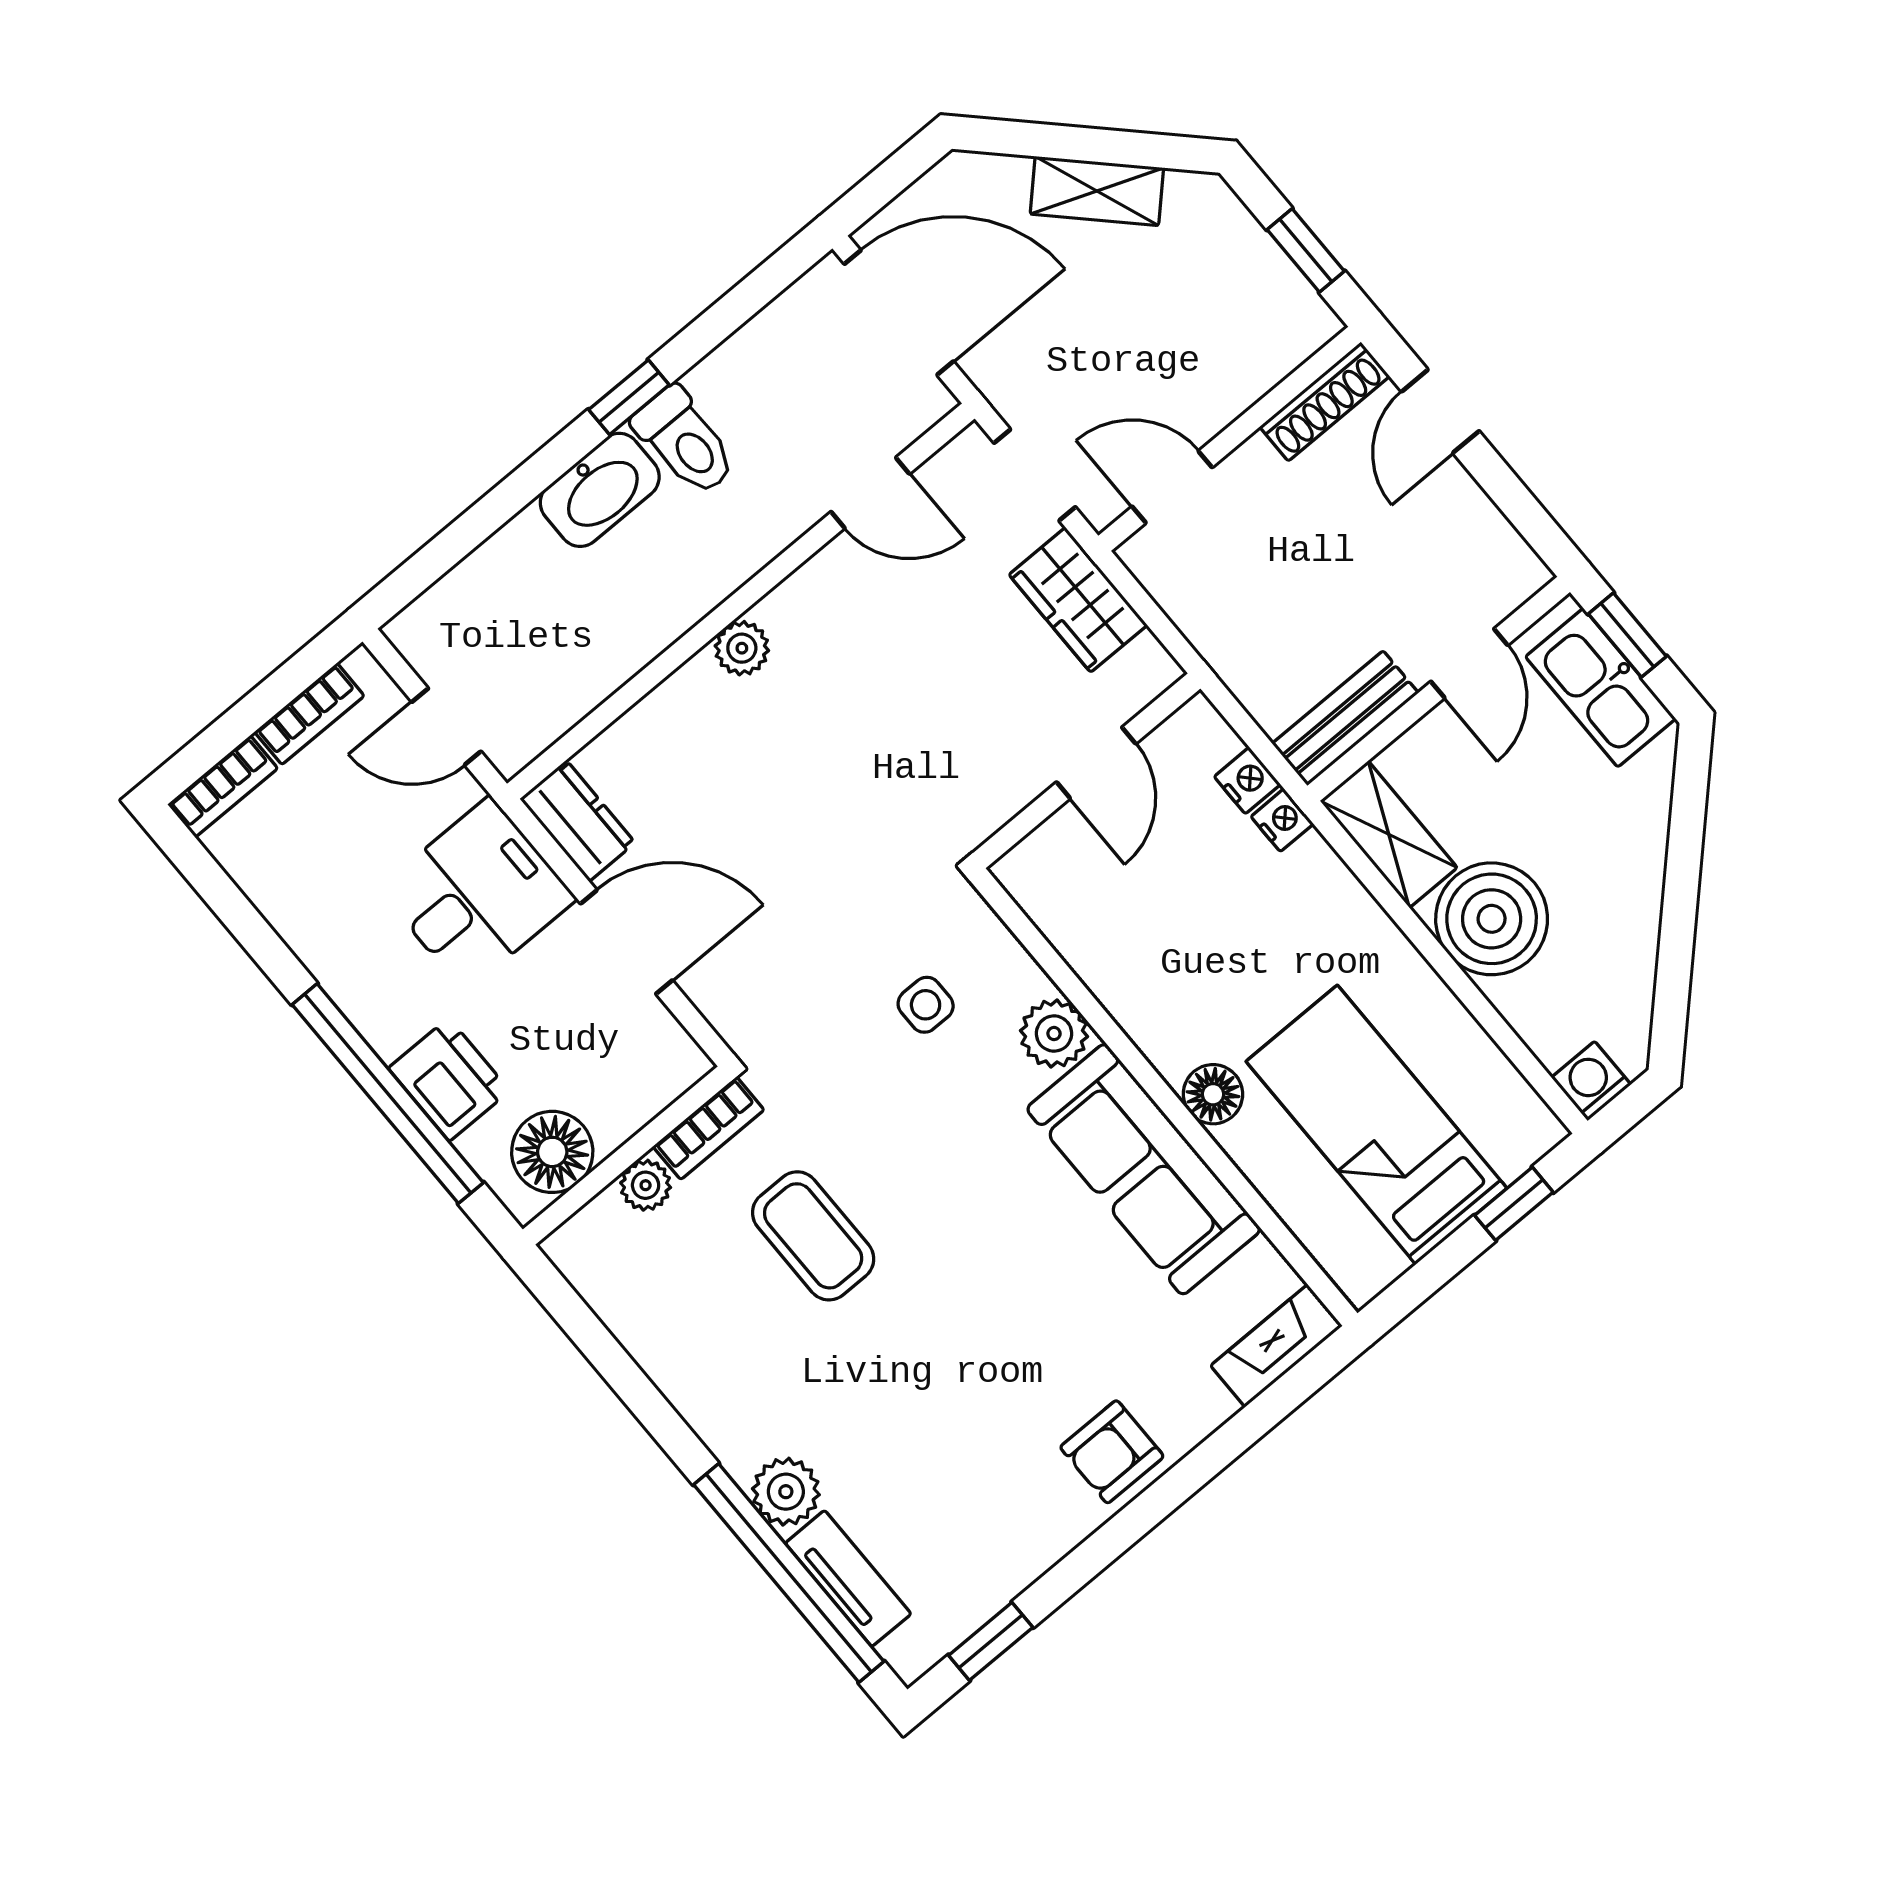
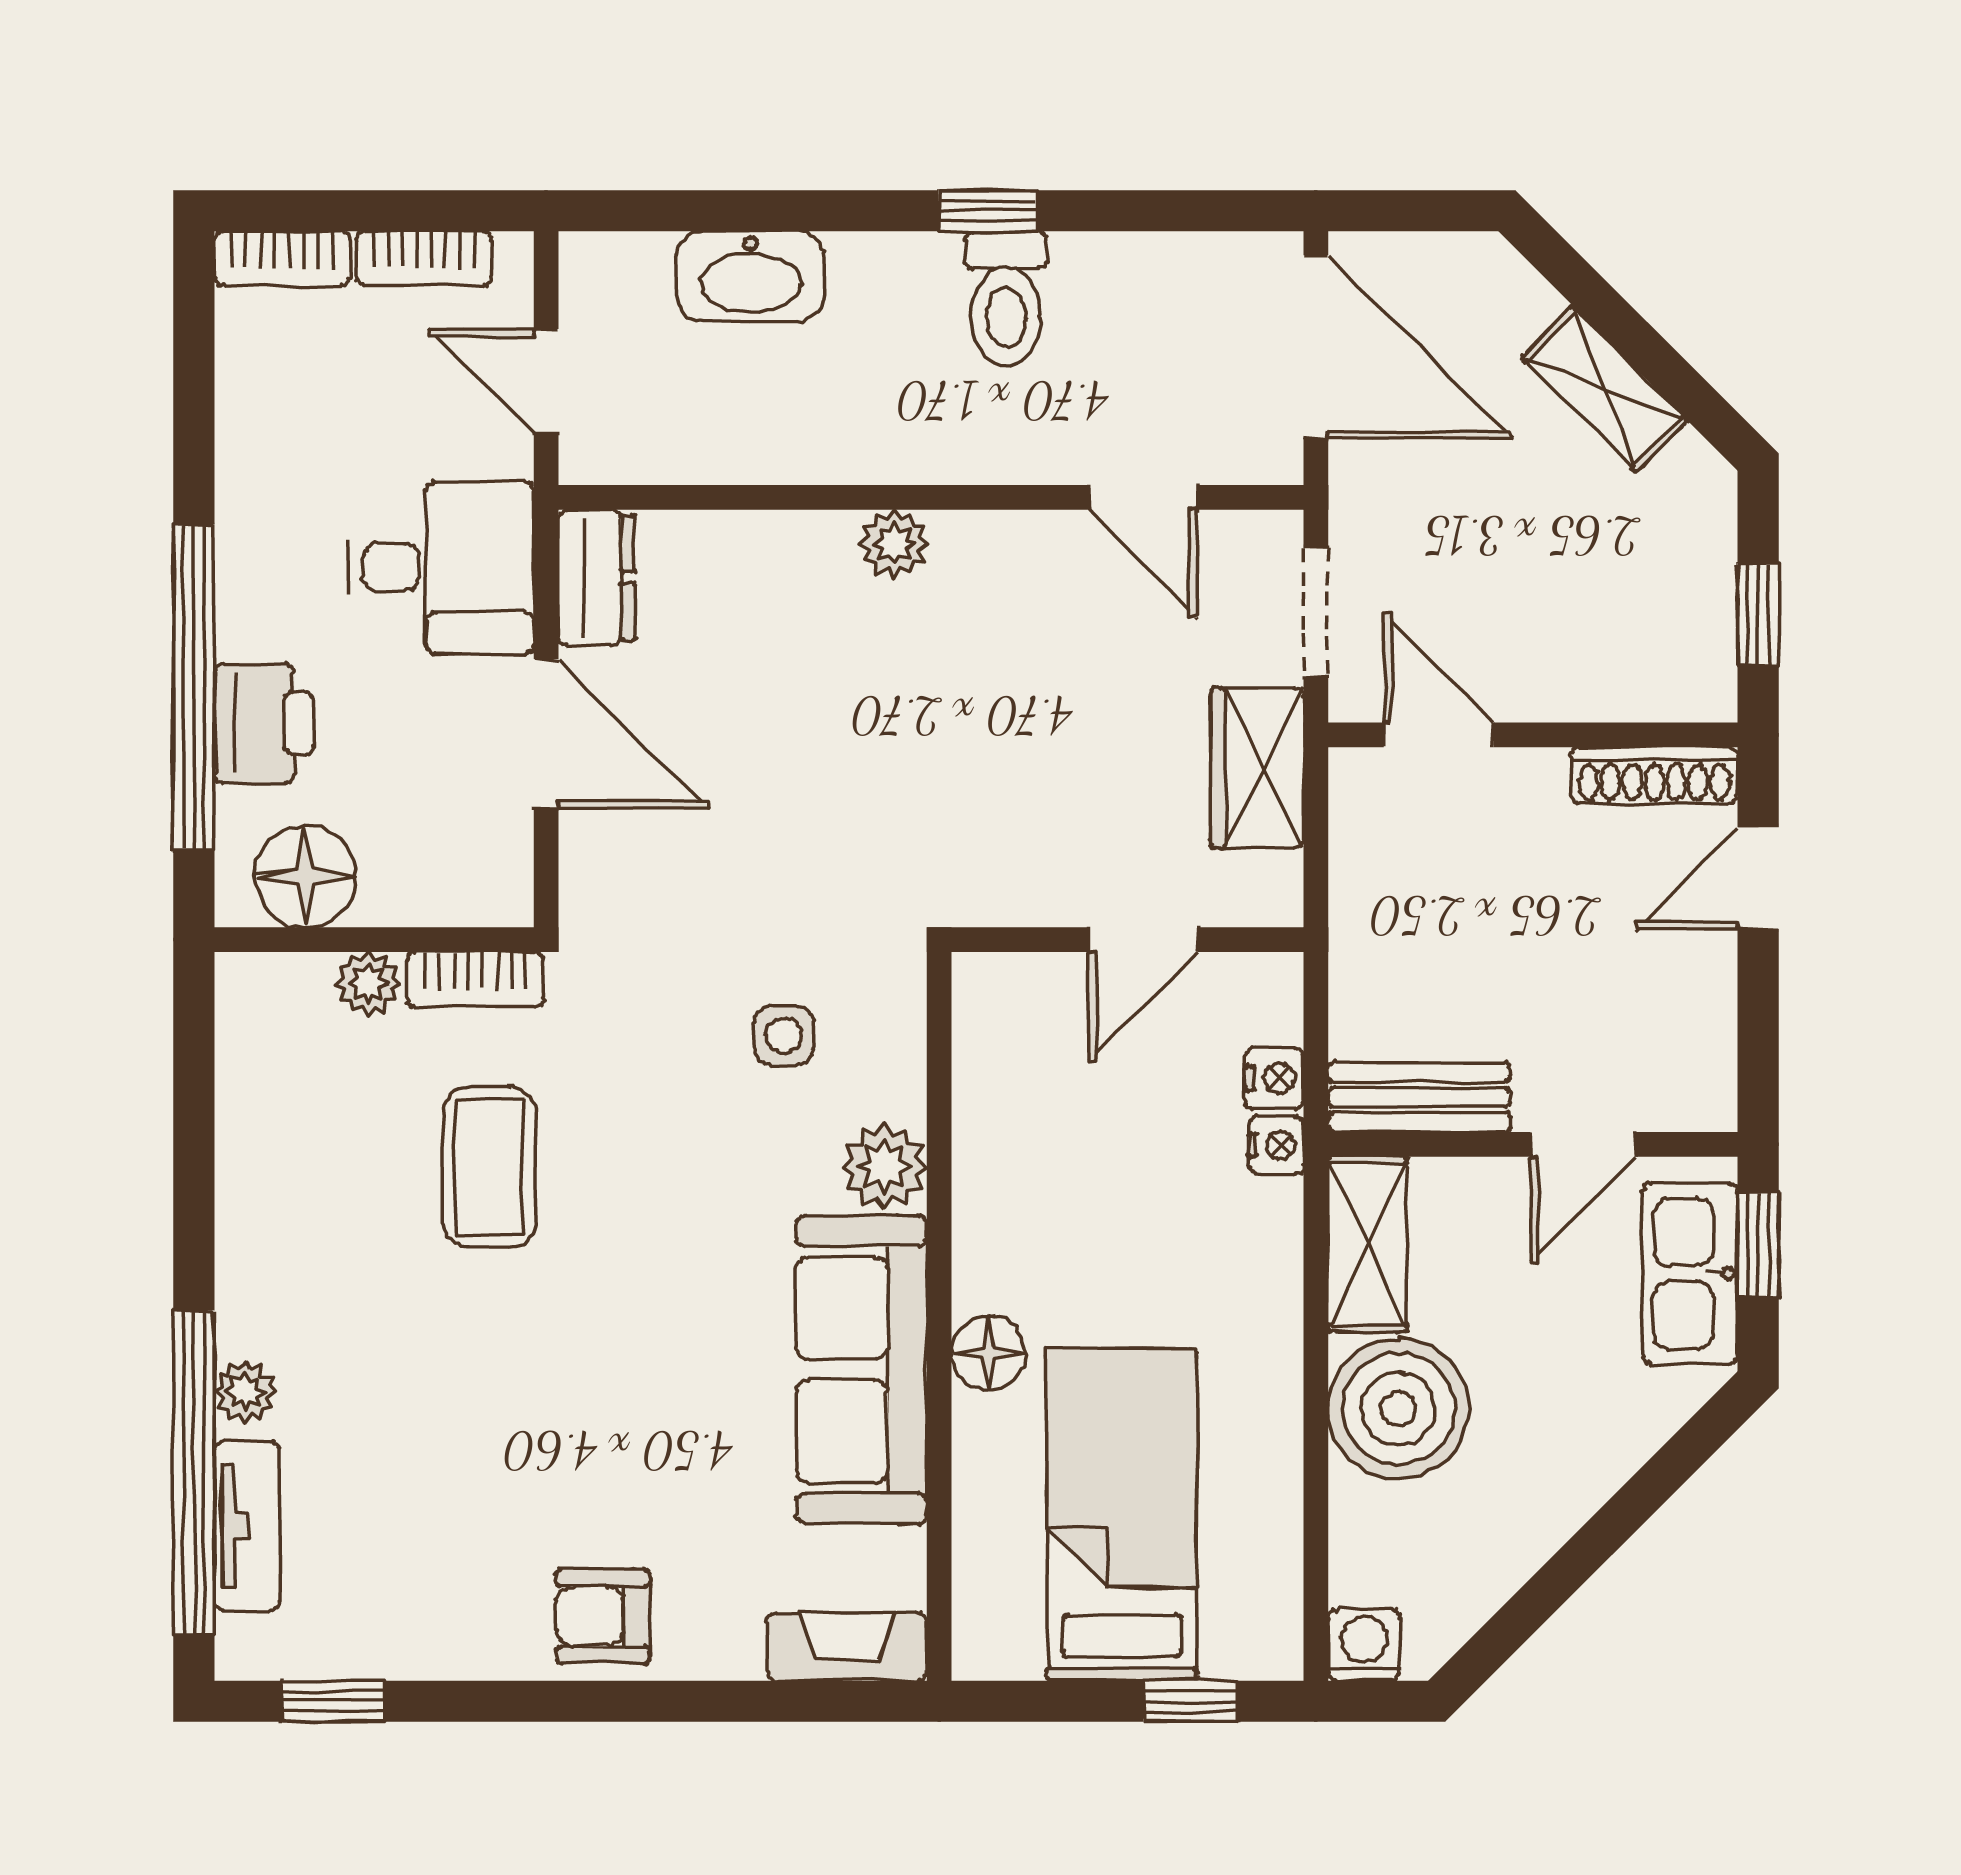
washbasin: (600, 490) -> (750, 276), moved
plant: (786, 1492) -> (245, 1392), width x0.73, depth x0.73

